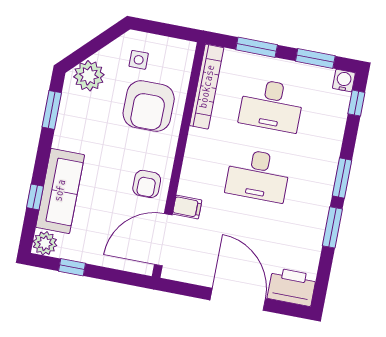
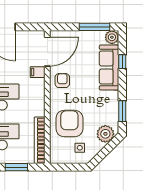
window: (72, 267) -> (94, 27), width x2.17

